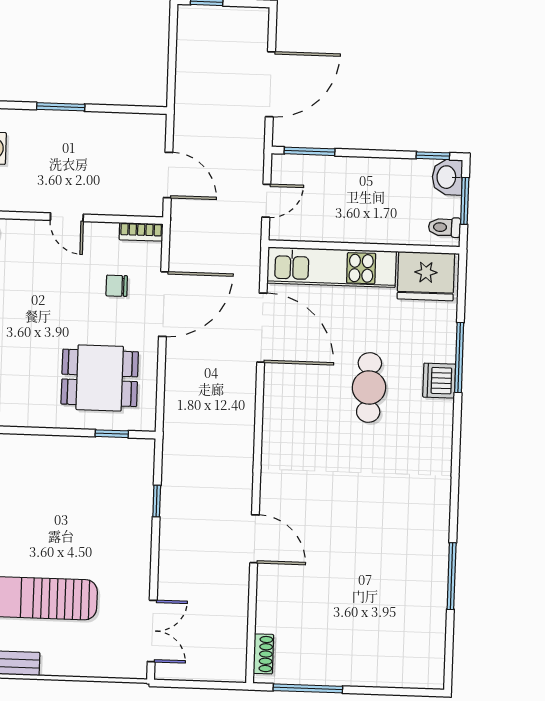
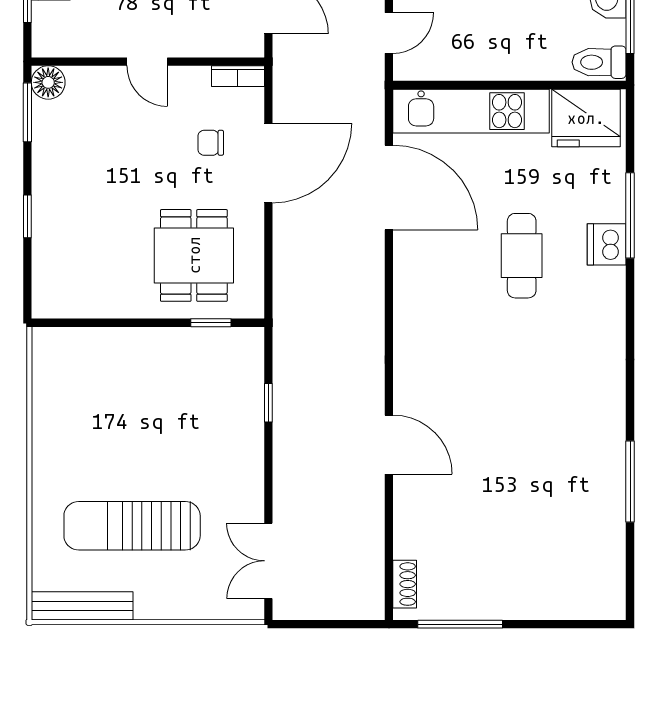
toilet: (444, 227) -> (599, 62), width x1.37, depth x1.39
dining table: (100, 378) -> (194, 255), turned 90
double door: (152, 631) -> (268, 561), swing flipped

